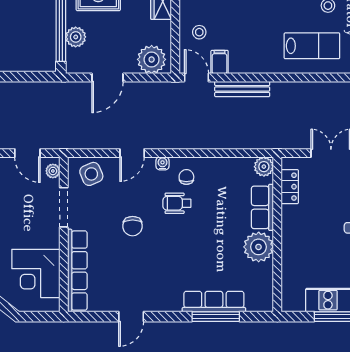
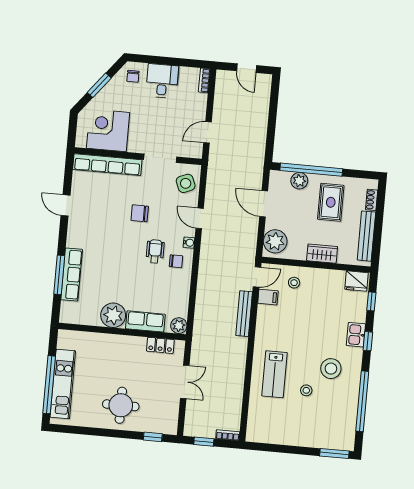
plant: (53, 171) -> (191, 152), removed

